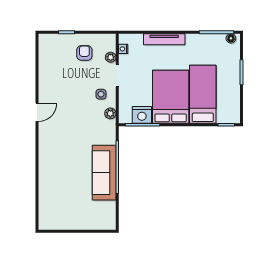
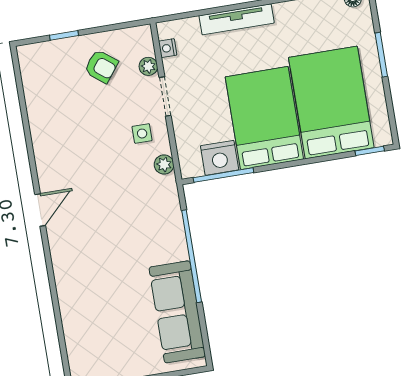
armchair: (84, 53) -> (101, 66), turned 128
bed: (203, 94) -> (331, 103), width x1.50
door: (37, 112) -> (40, 210), moved
sofa: (104, 173) -> (177, 312), moved

